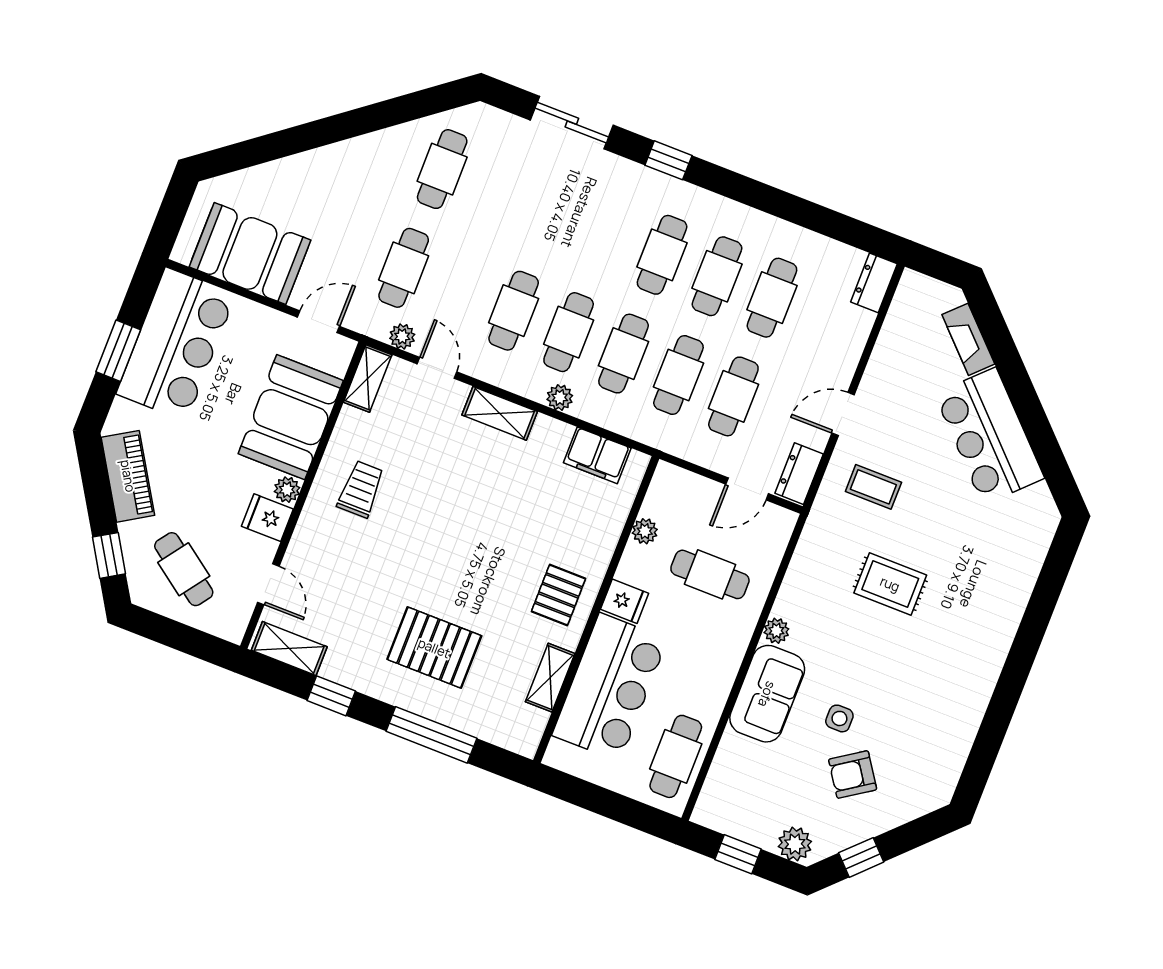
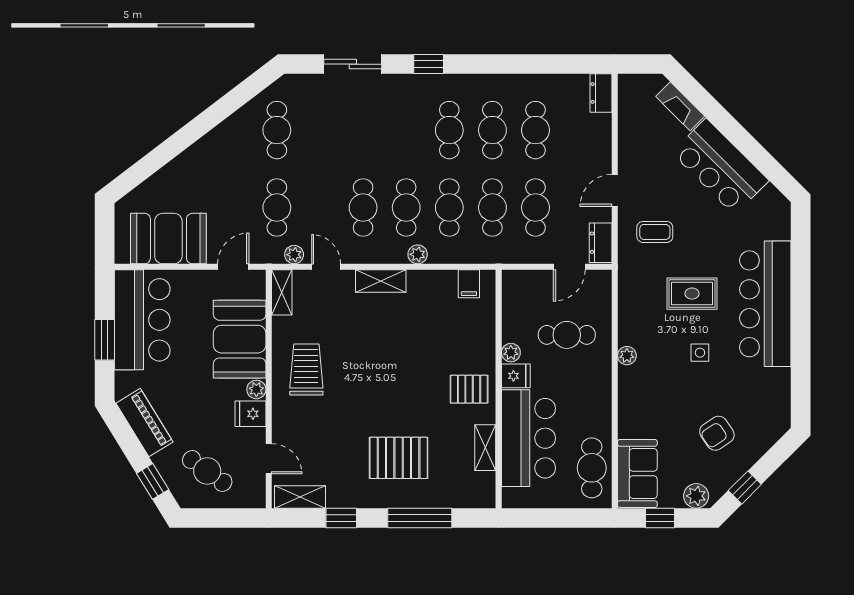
filing cabinet: (597, 455) -> (469, 284), width x0.50
trolley: (361, 489) -> (306, 370), width x1.36, depth x1.39
plant: (645, 531) -> (511, 353), moved
pallet: (558, 595) -> (469, 389), turned 90
bar counter: (979, 633) -> (765, 304), added
sofa: (767, 694) -> (637, 474), moved
side table: (839, 718) -> (700, 353), moved

